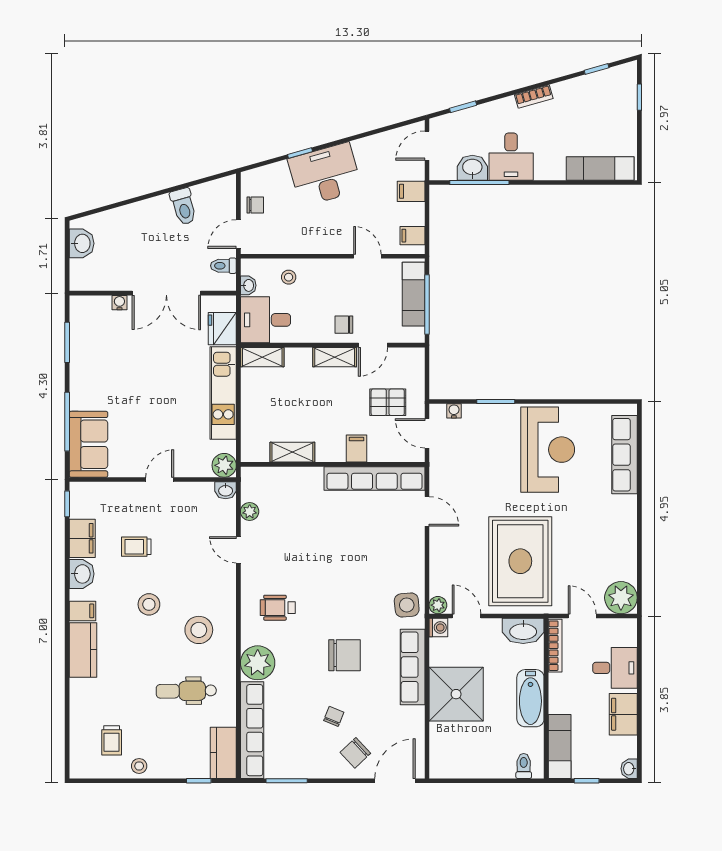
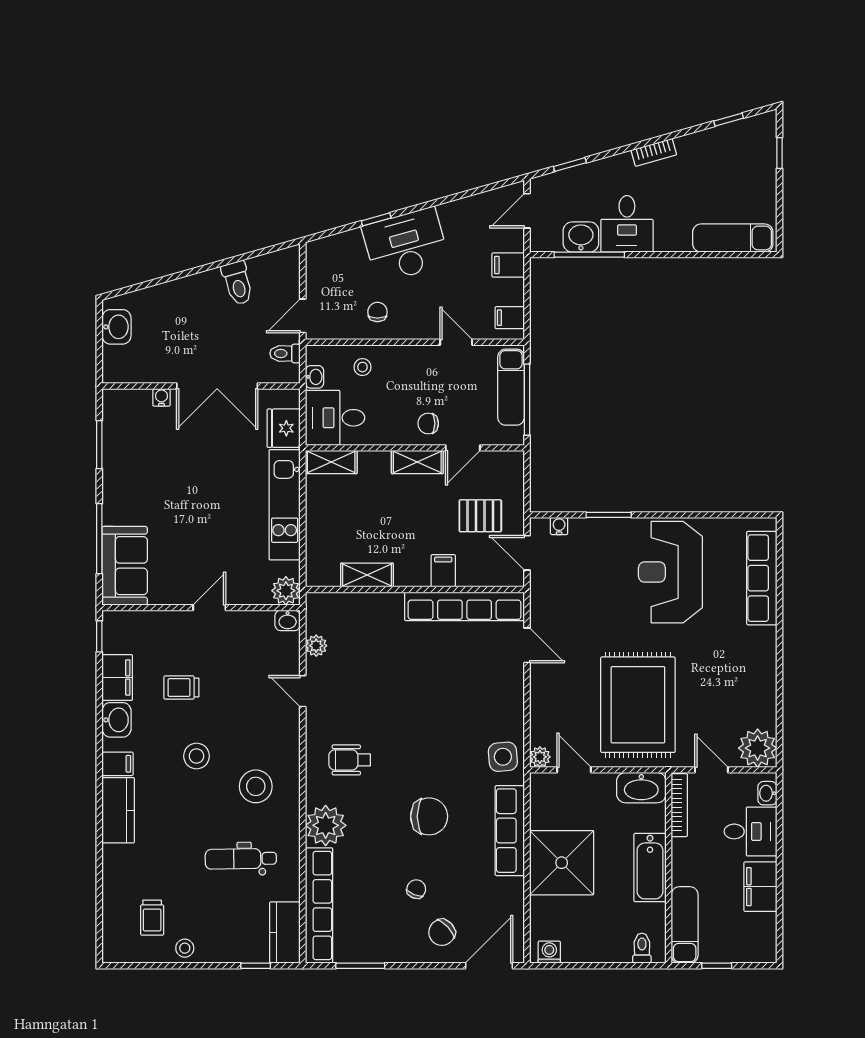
chair: (255, 205) -> (377, 312), moved, turned -90
reception desk: (548, 450) -> (670, 572), turned 180
washing machine: (438, 628) -> (549, 952), moved, turned -90
washbasin: (629, 769) -> (767, 793), moved

